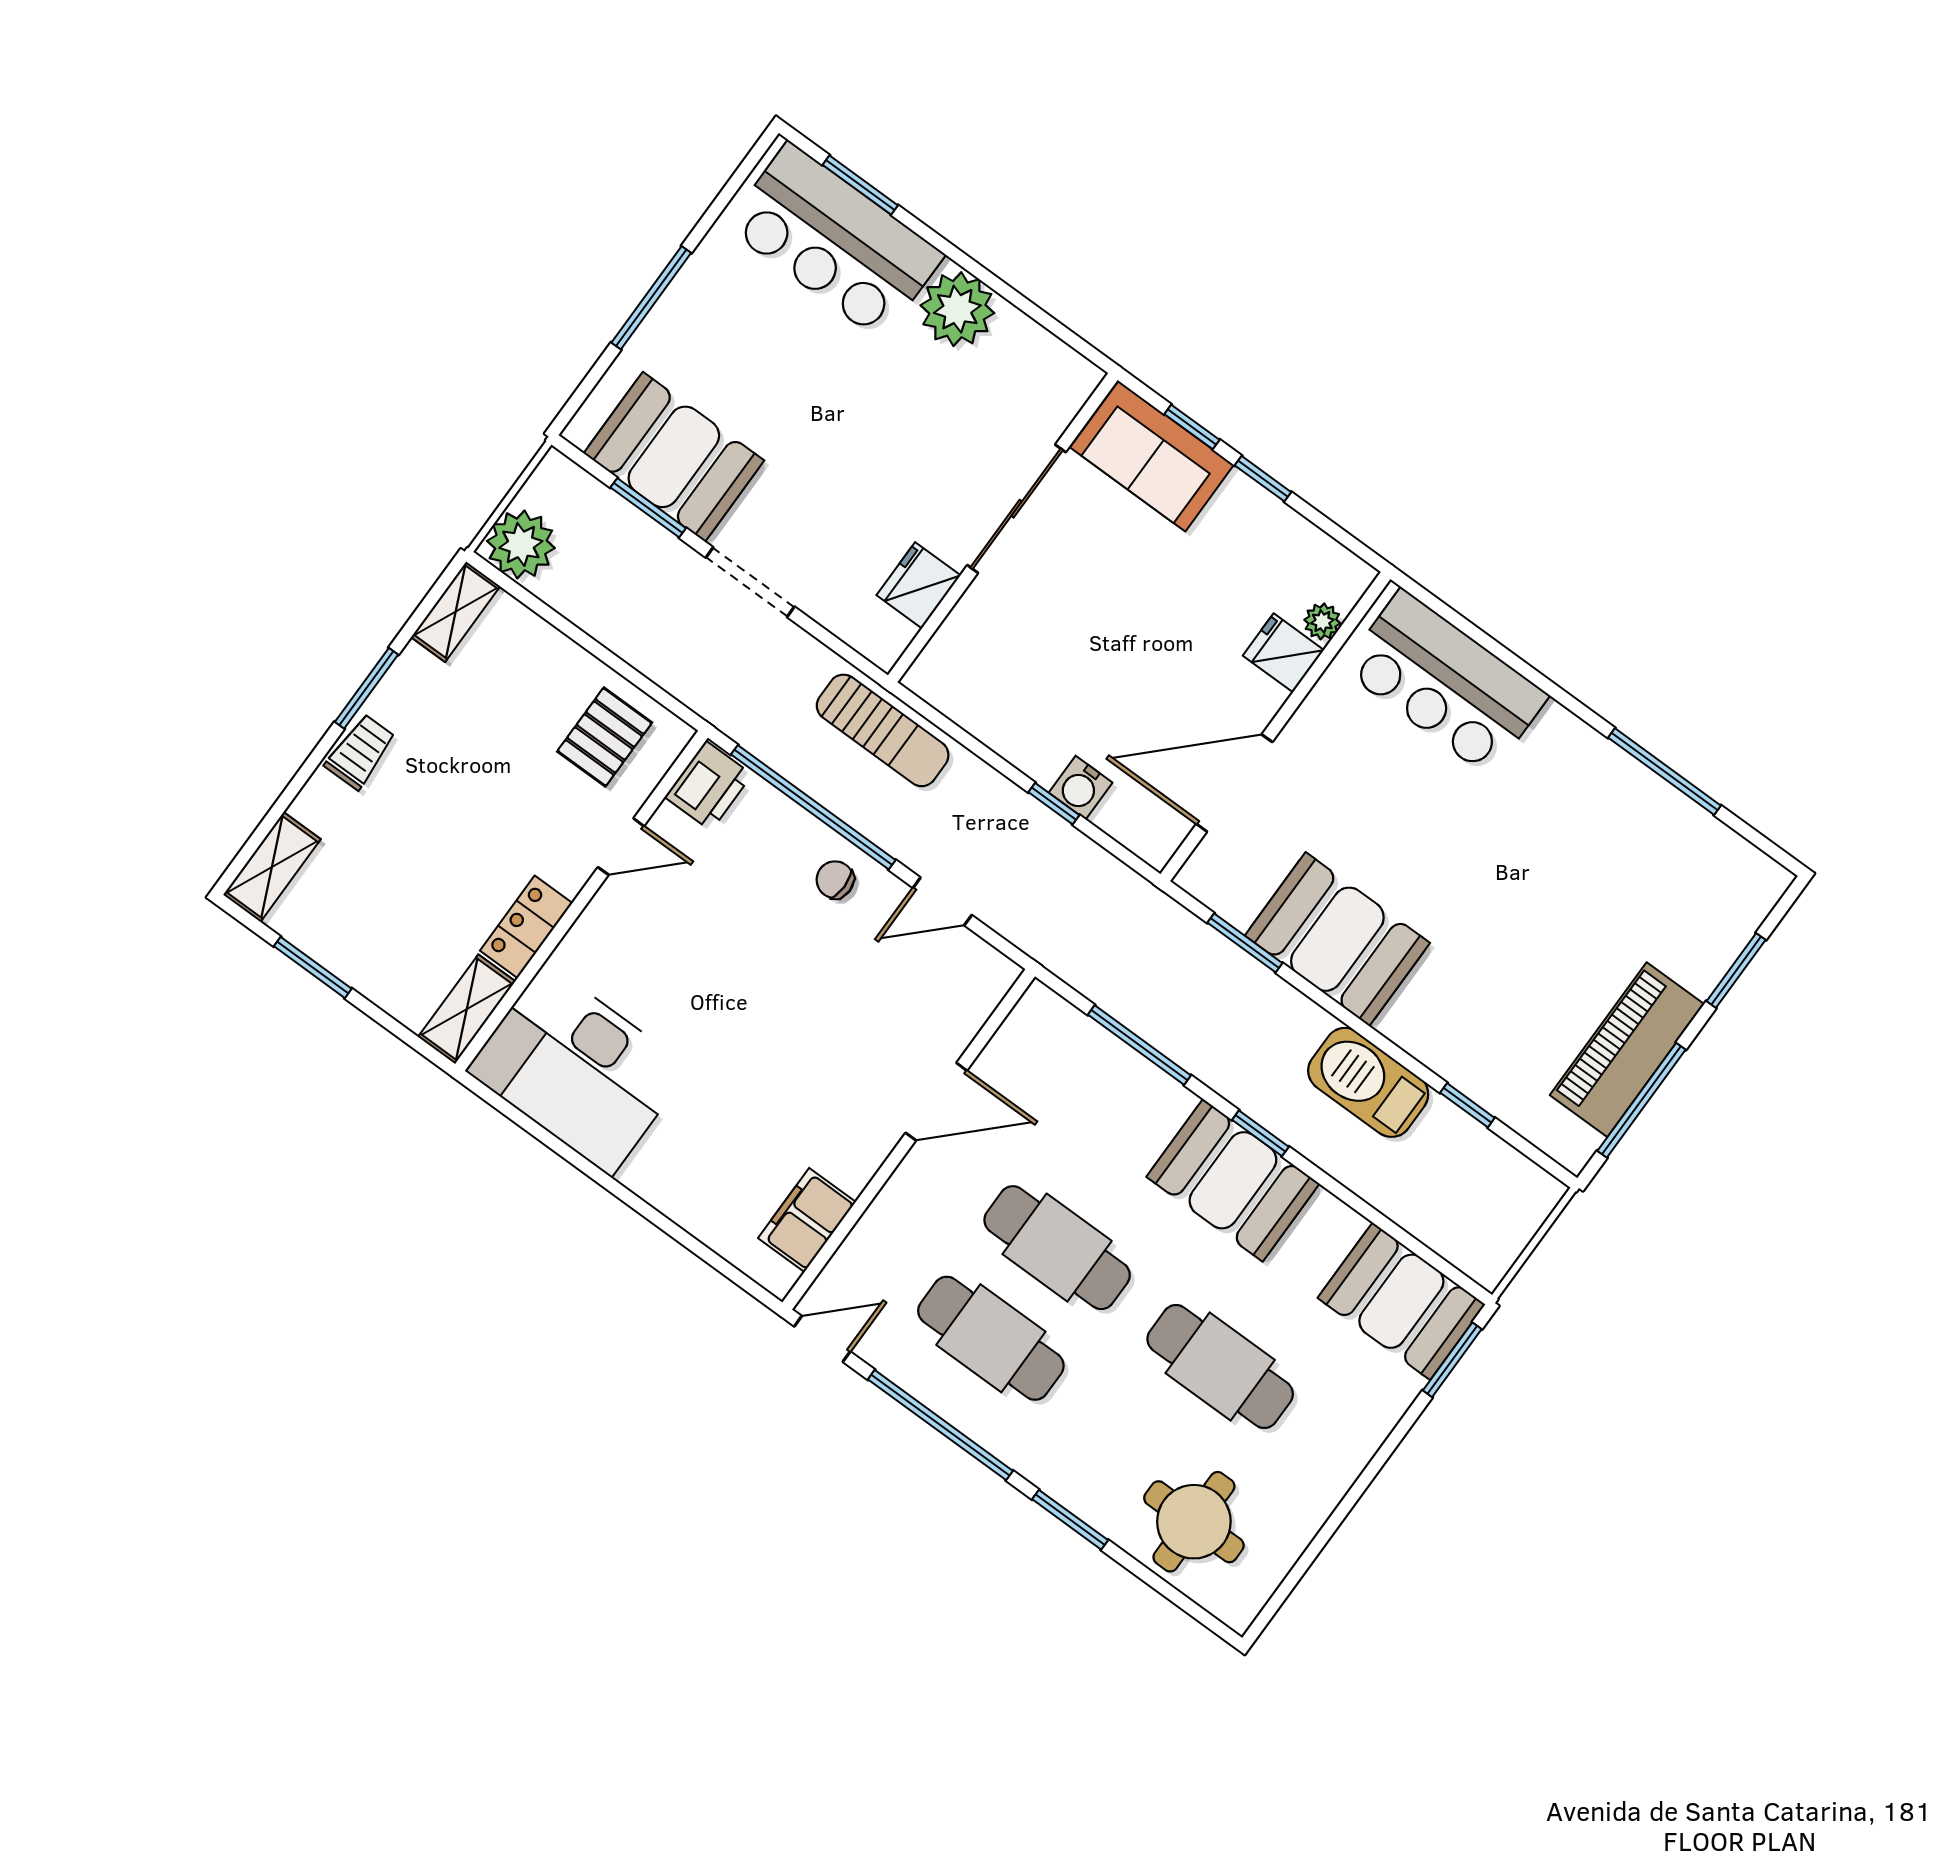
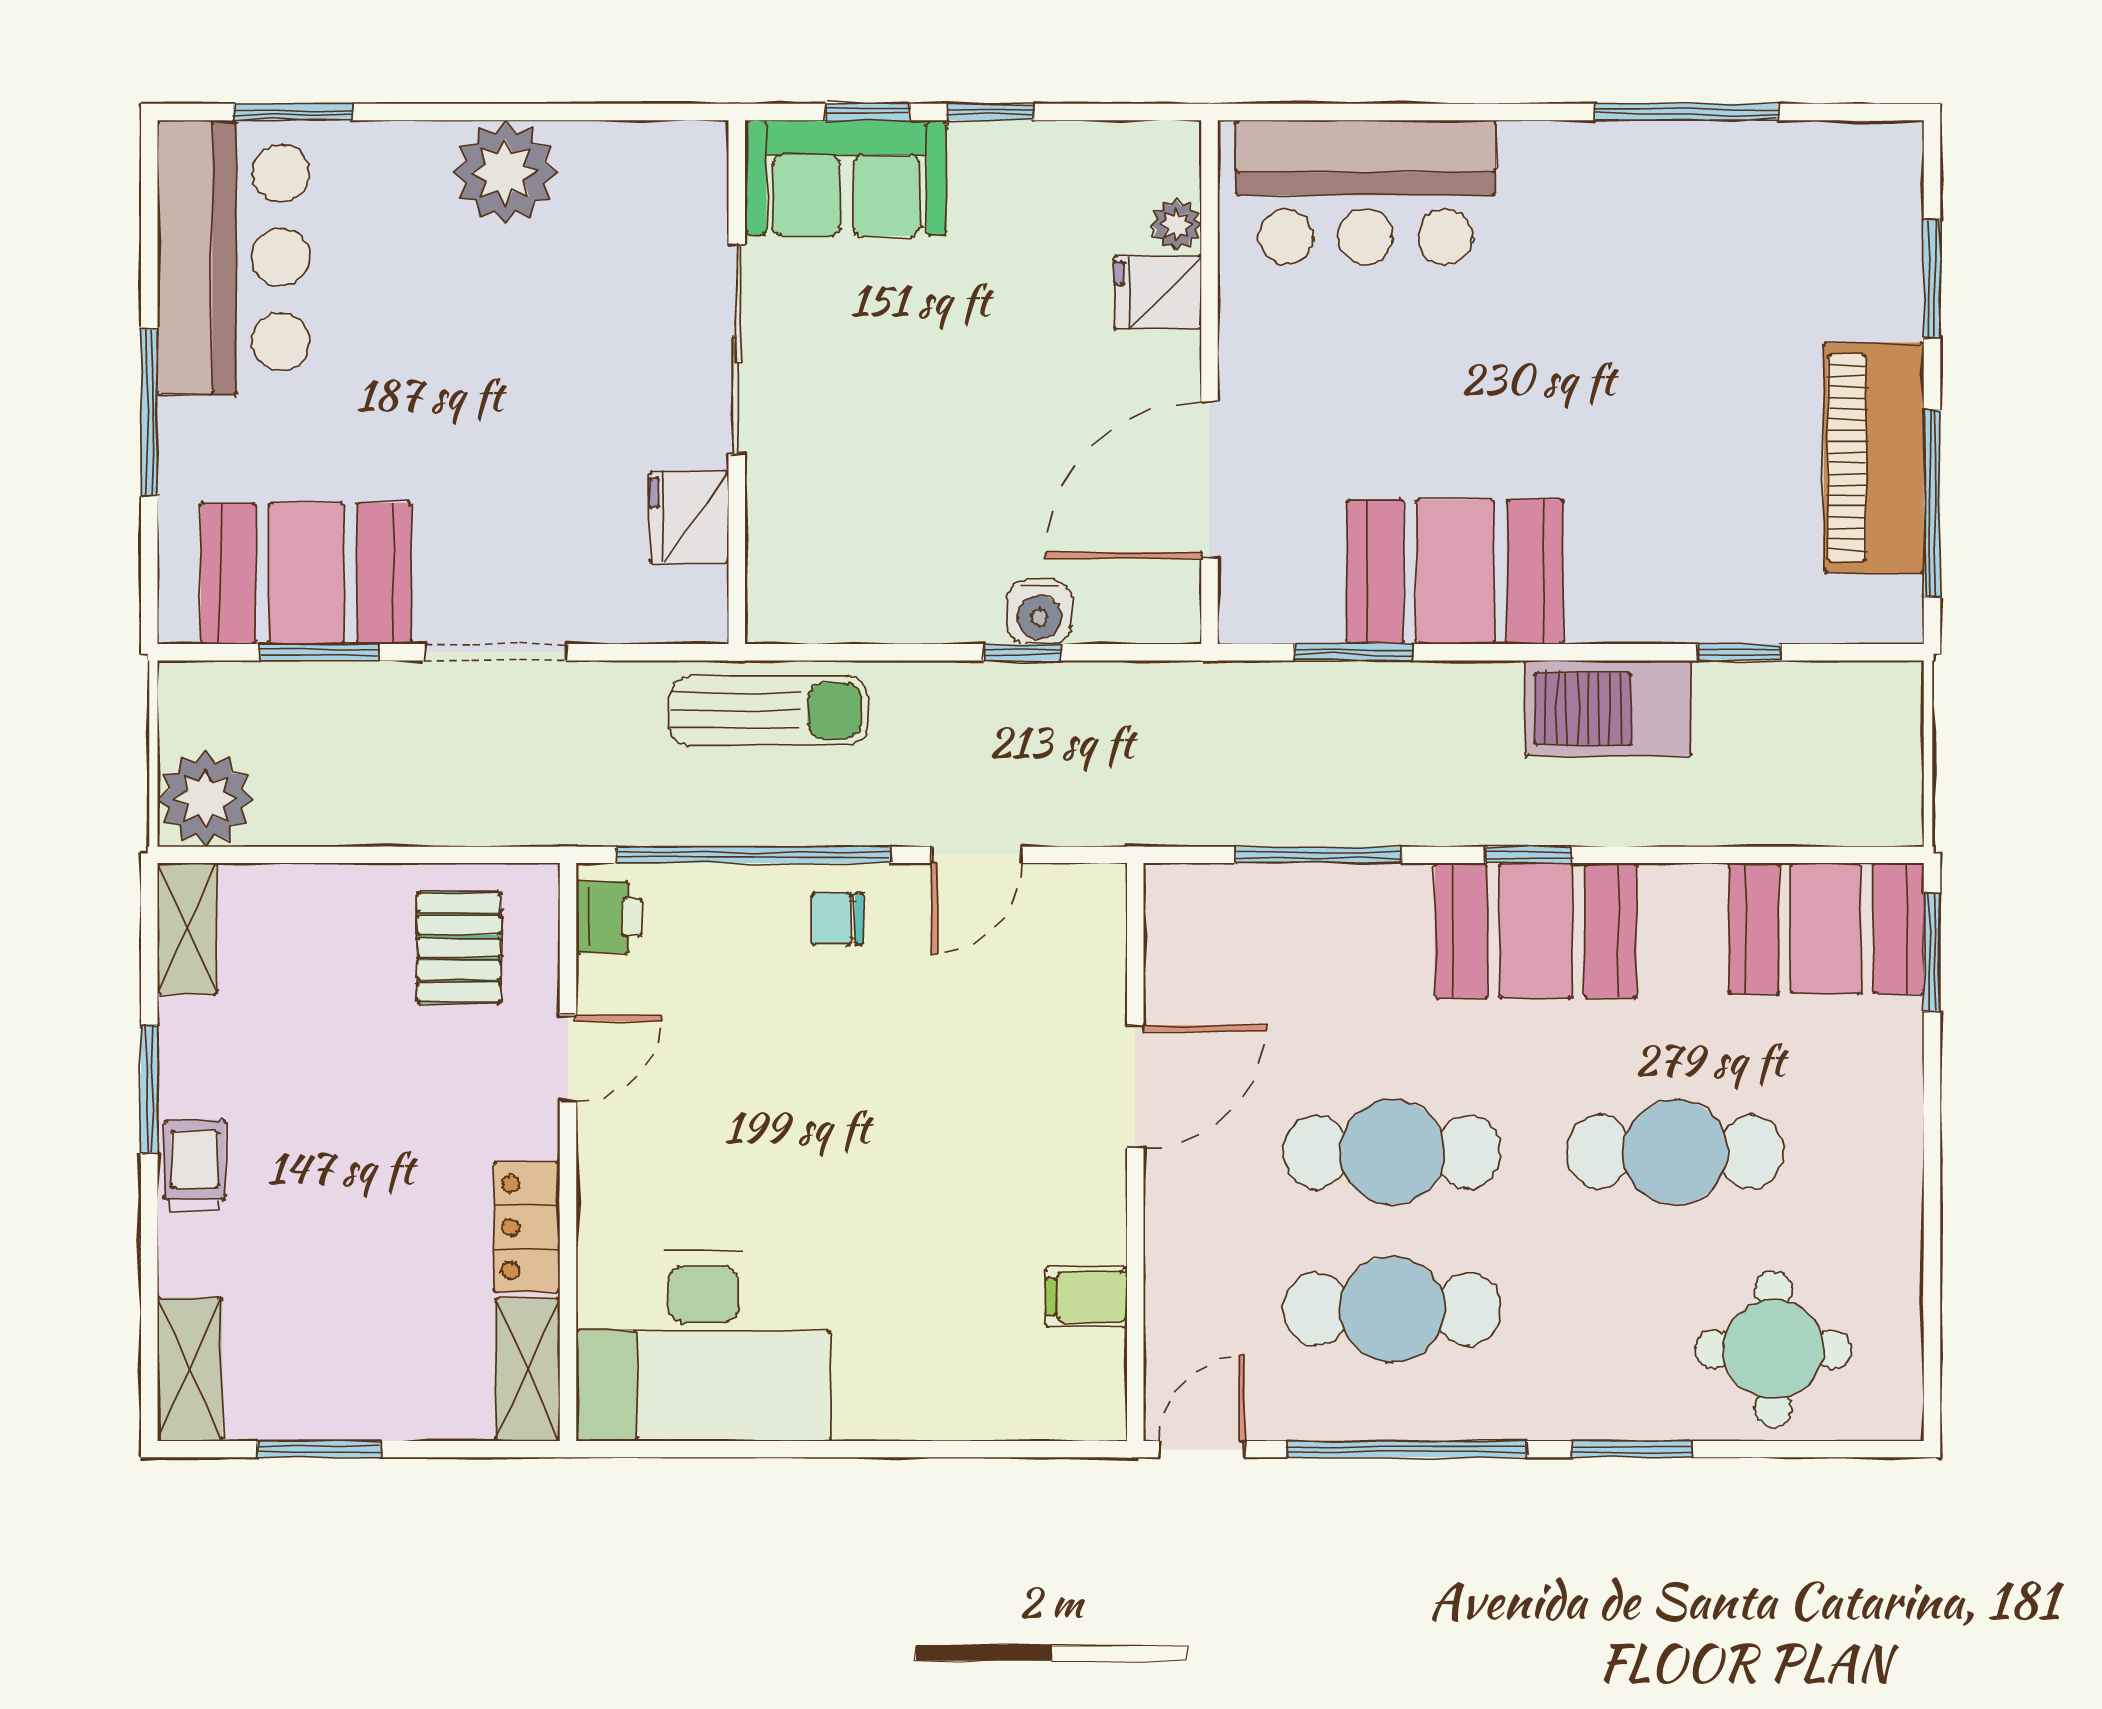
bar counter: (835, 241) -> (234, 257), moved, turned -90
printer: (708, 786) -> (609, 917), width x0.73, depth x0.81
filing cabinet: (807, 1220) -> (1087, 1297), width x0.50

